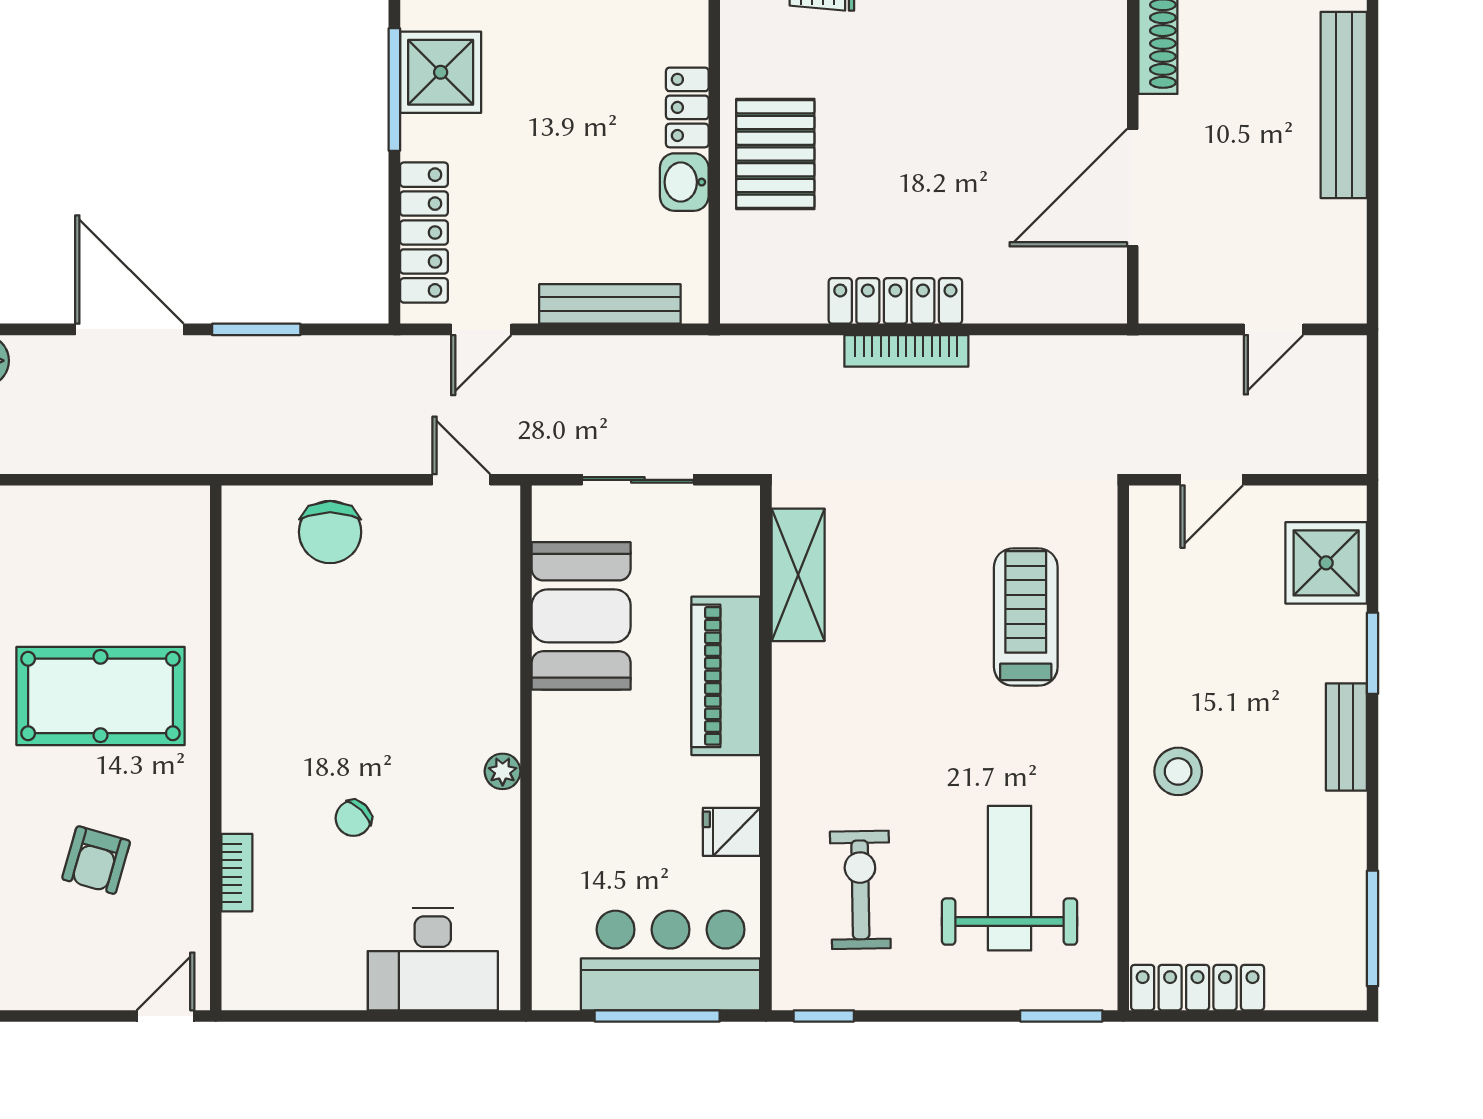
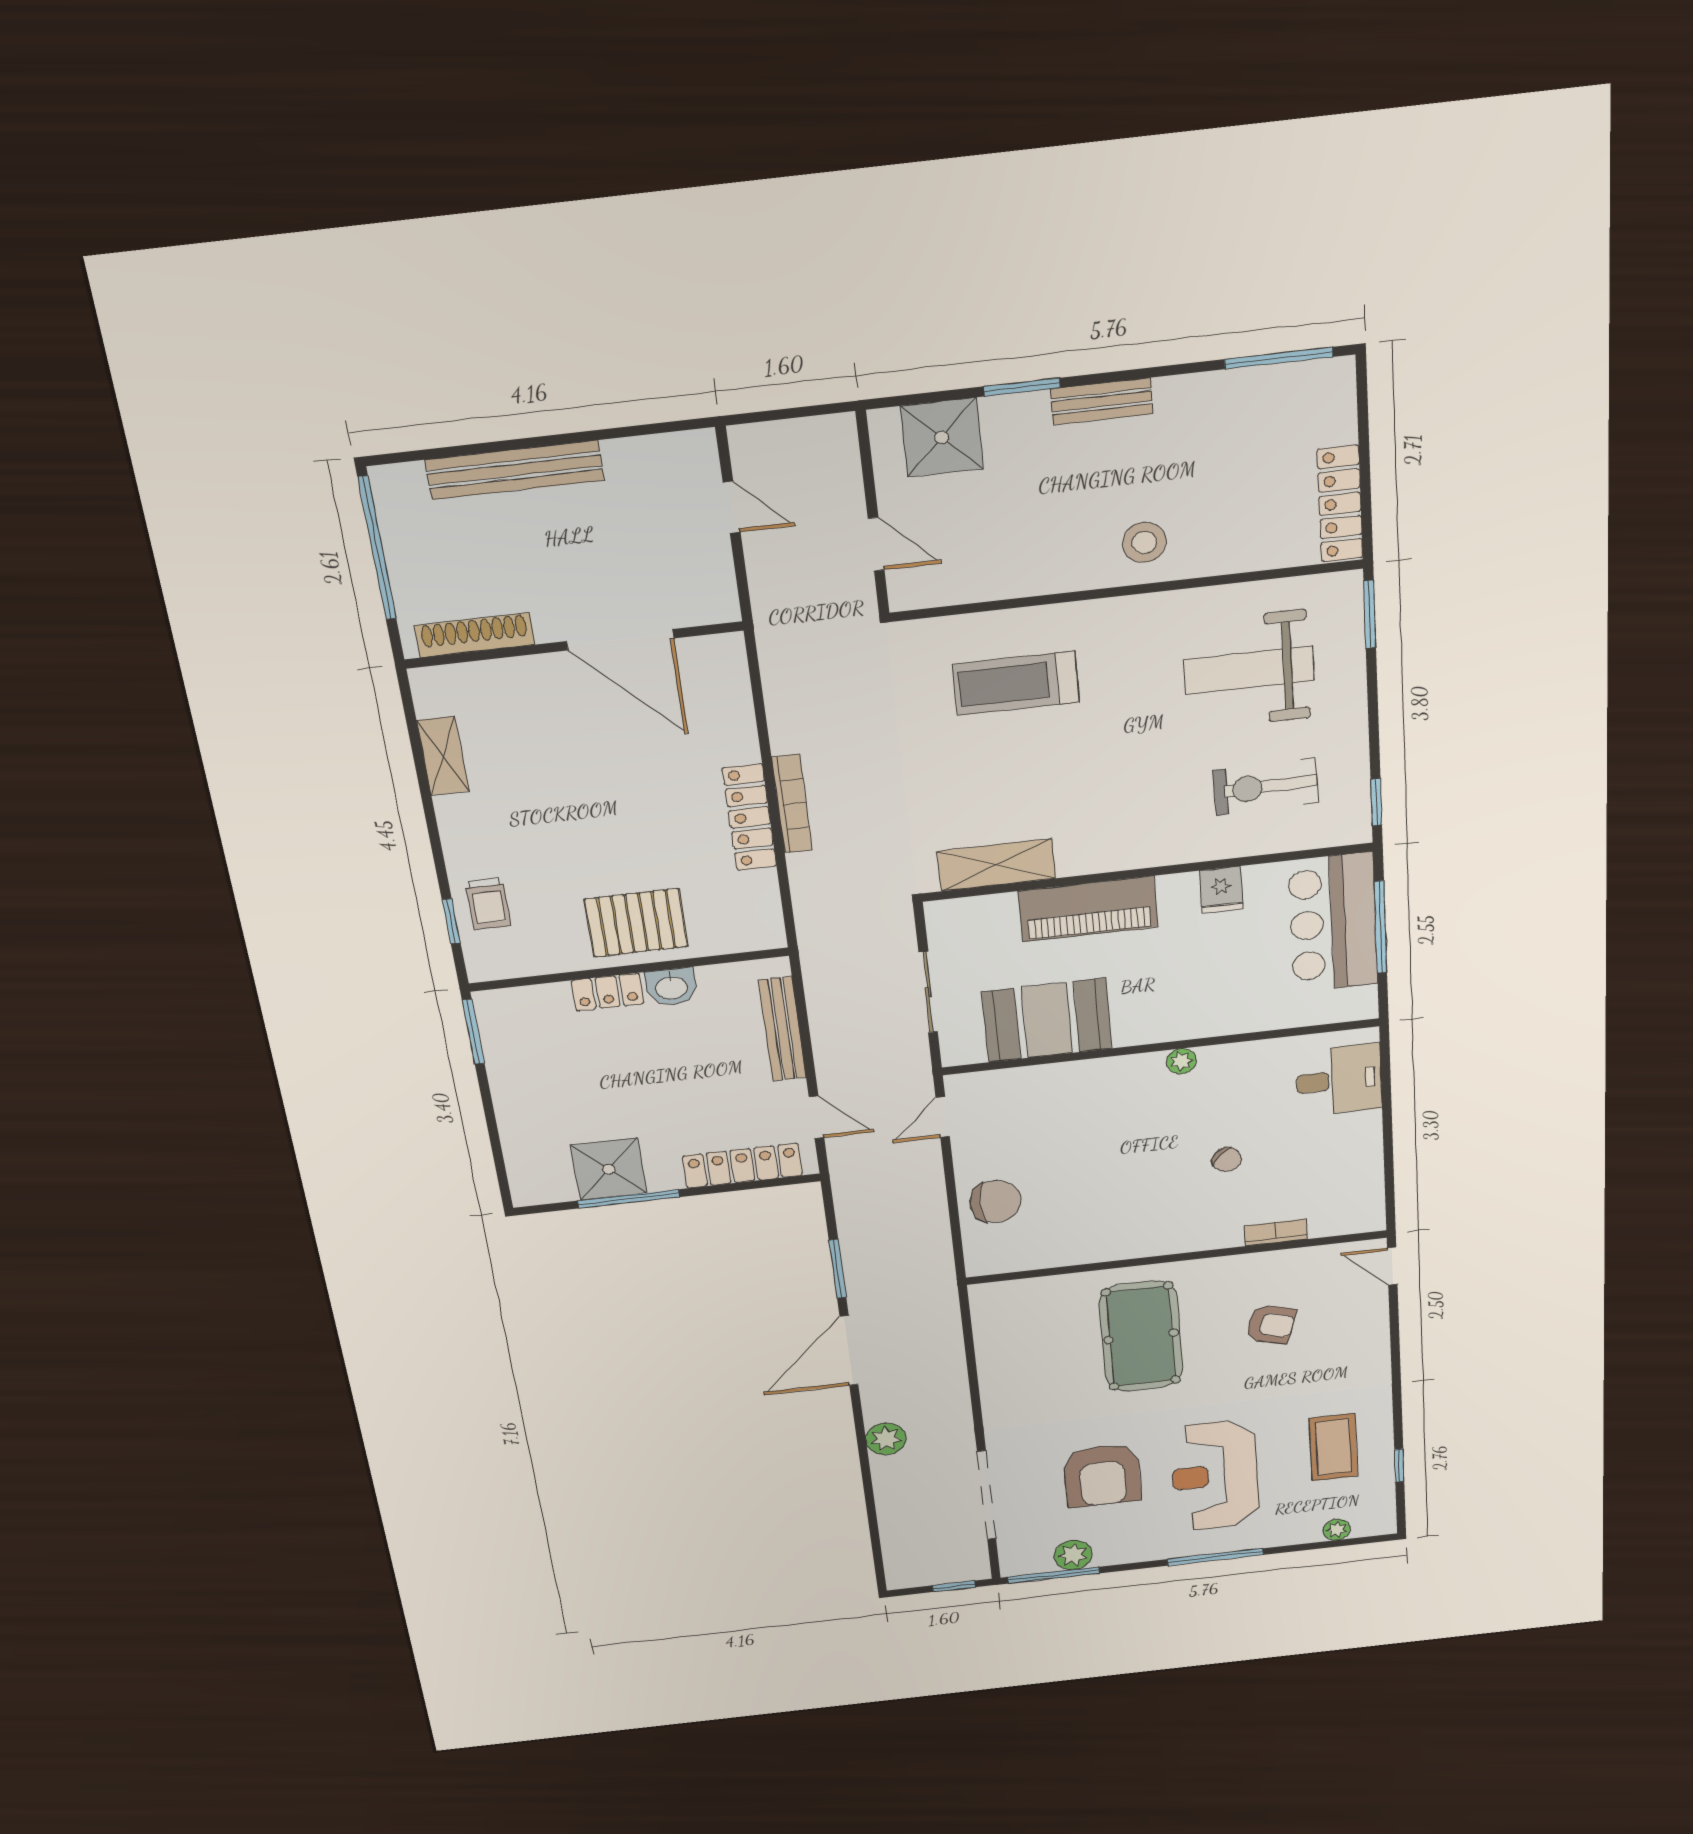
desk: (433, 959) -> (1339, 1080), width x0.73

